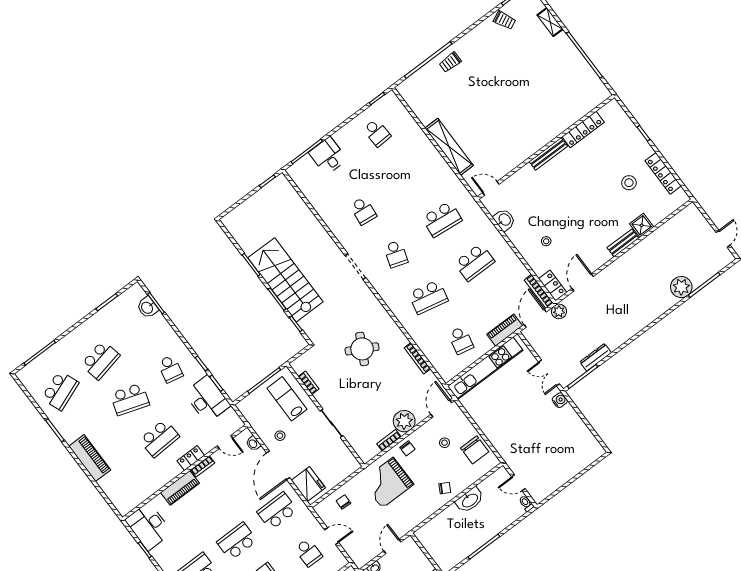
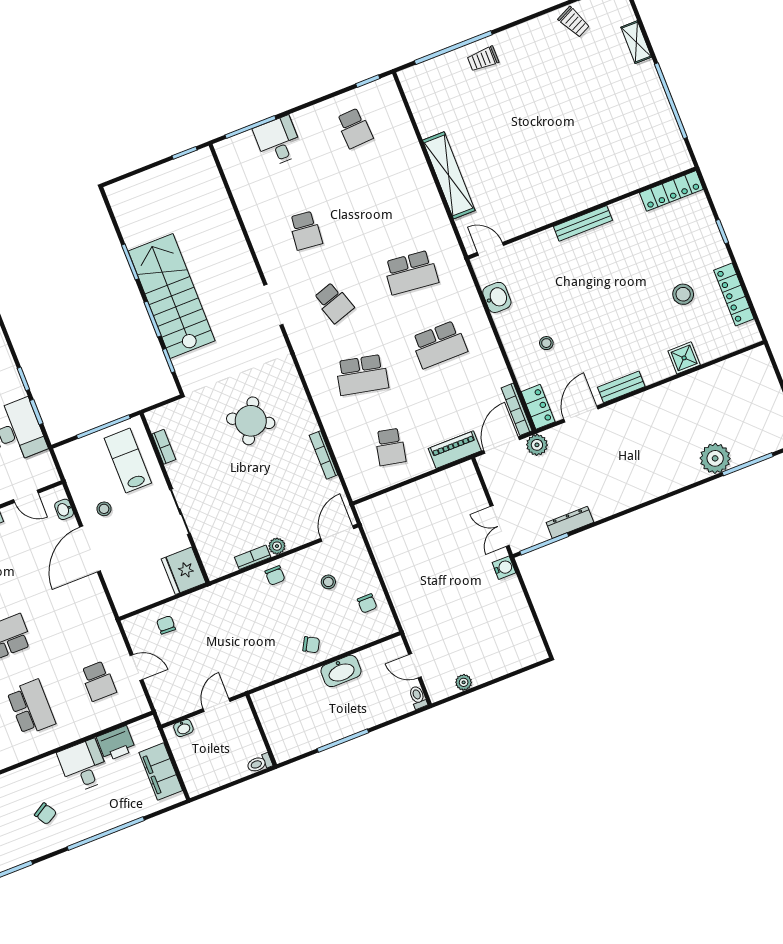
locker: (583, 130) -> (671, 191), moved
bench: (623, 243) -> (621, 387), moved
school desk: (396, 254) -> (334, 303), turned -36
kitchen unit: (485, 368) -> (413, 495), removed
plant: (404, 421) -> (277, 546), width x0.53, depth x0.53
chair: (475, 450) -> (367, 603), width x0.54, depth x0.54
grand piano: (388, 483) -> (234, 615), removed
fridge: (308, 484) -> (183, 571), moved, turned 180
plant: (554, 485) -> (464, 682), added
school desk: (277, 511) -> (71, 612), removed

